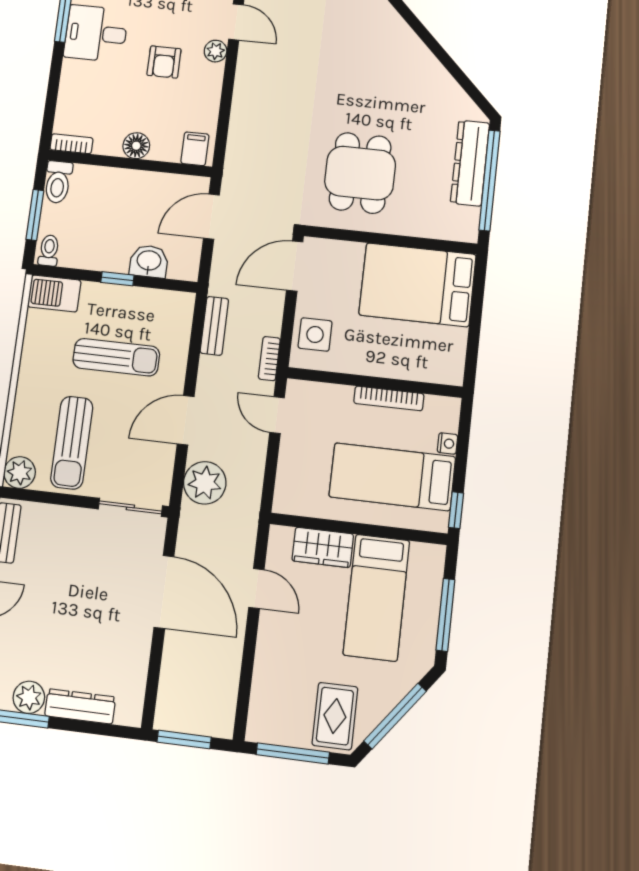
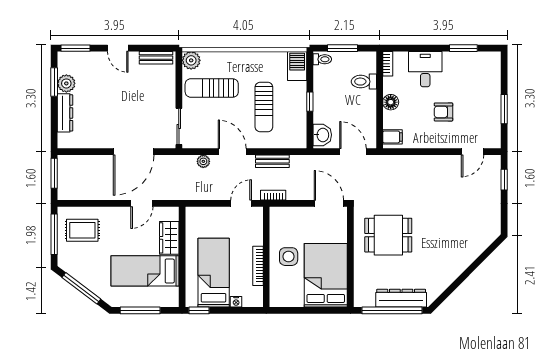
desk: (96, 33) -> (425, 69), moved
plant: (216, 51) -> (453, 142), removed
toilet: (58, 182) -> (364, 82), moved
washbasin: (149, 261) -> (322, 135), moved
bench: (214, 326) -> (272, 161), moved
side table: (315, 334) -> (289, 257), moved
plant: (205, 483) -> (203, 161), width x0.53, depth x0.53
rug: (335, 716) -> (82, 230), moved

